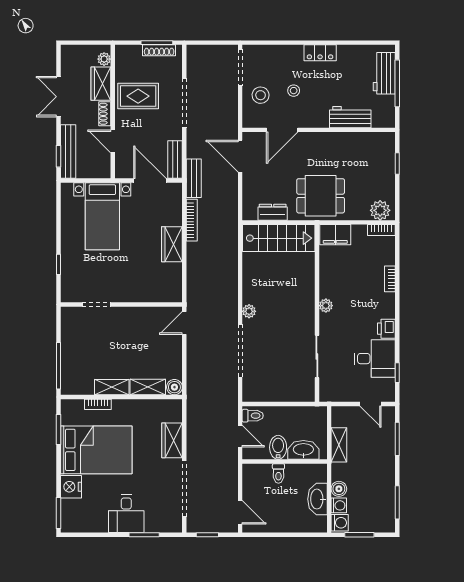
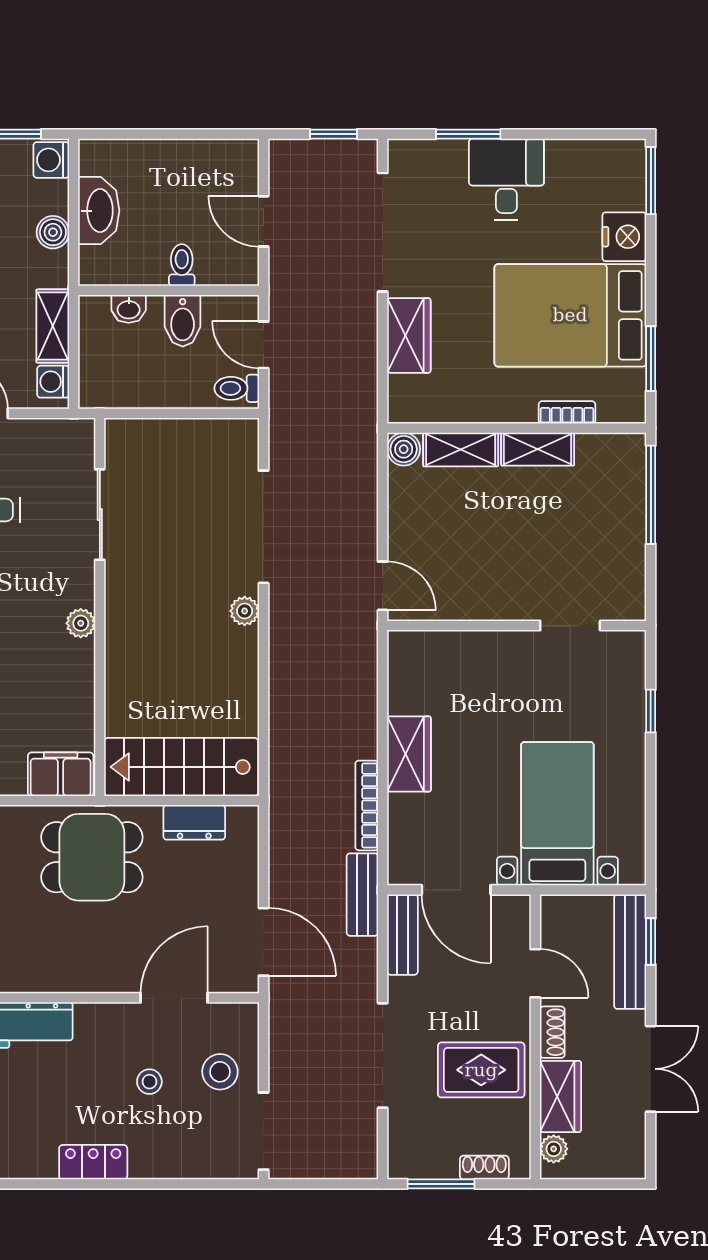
shoe rack: (159, 50) -> (484, 1168), moved, width x0.70
door: (184, 323) -> (383, 586), hinge flipped
washbasin: (303, 450) -> (129, 309), width x0.52, depth x0.69
washing machine: (339, 505) -> (53, 382), moved
door: (240, 512) -> (264, 221), moved

